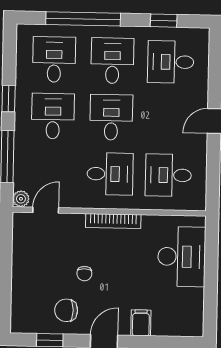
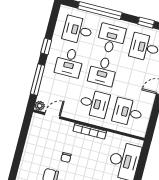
desk: (54, 59) -> (78, 30), turned -90
desk: (53, 116) -> (69, 62), turned 180
desk: (111, 117) -> (103, 71), turned 180

